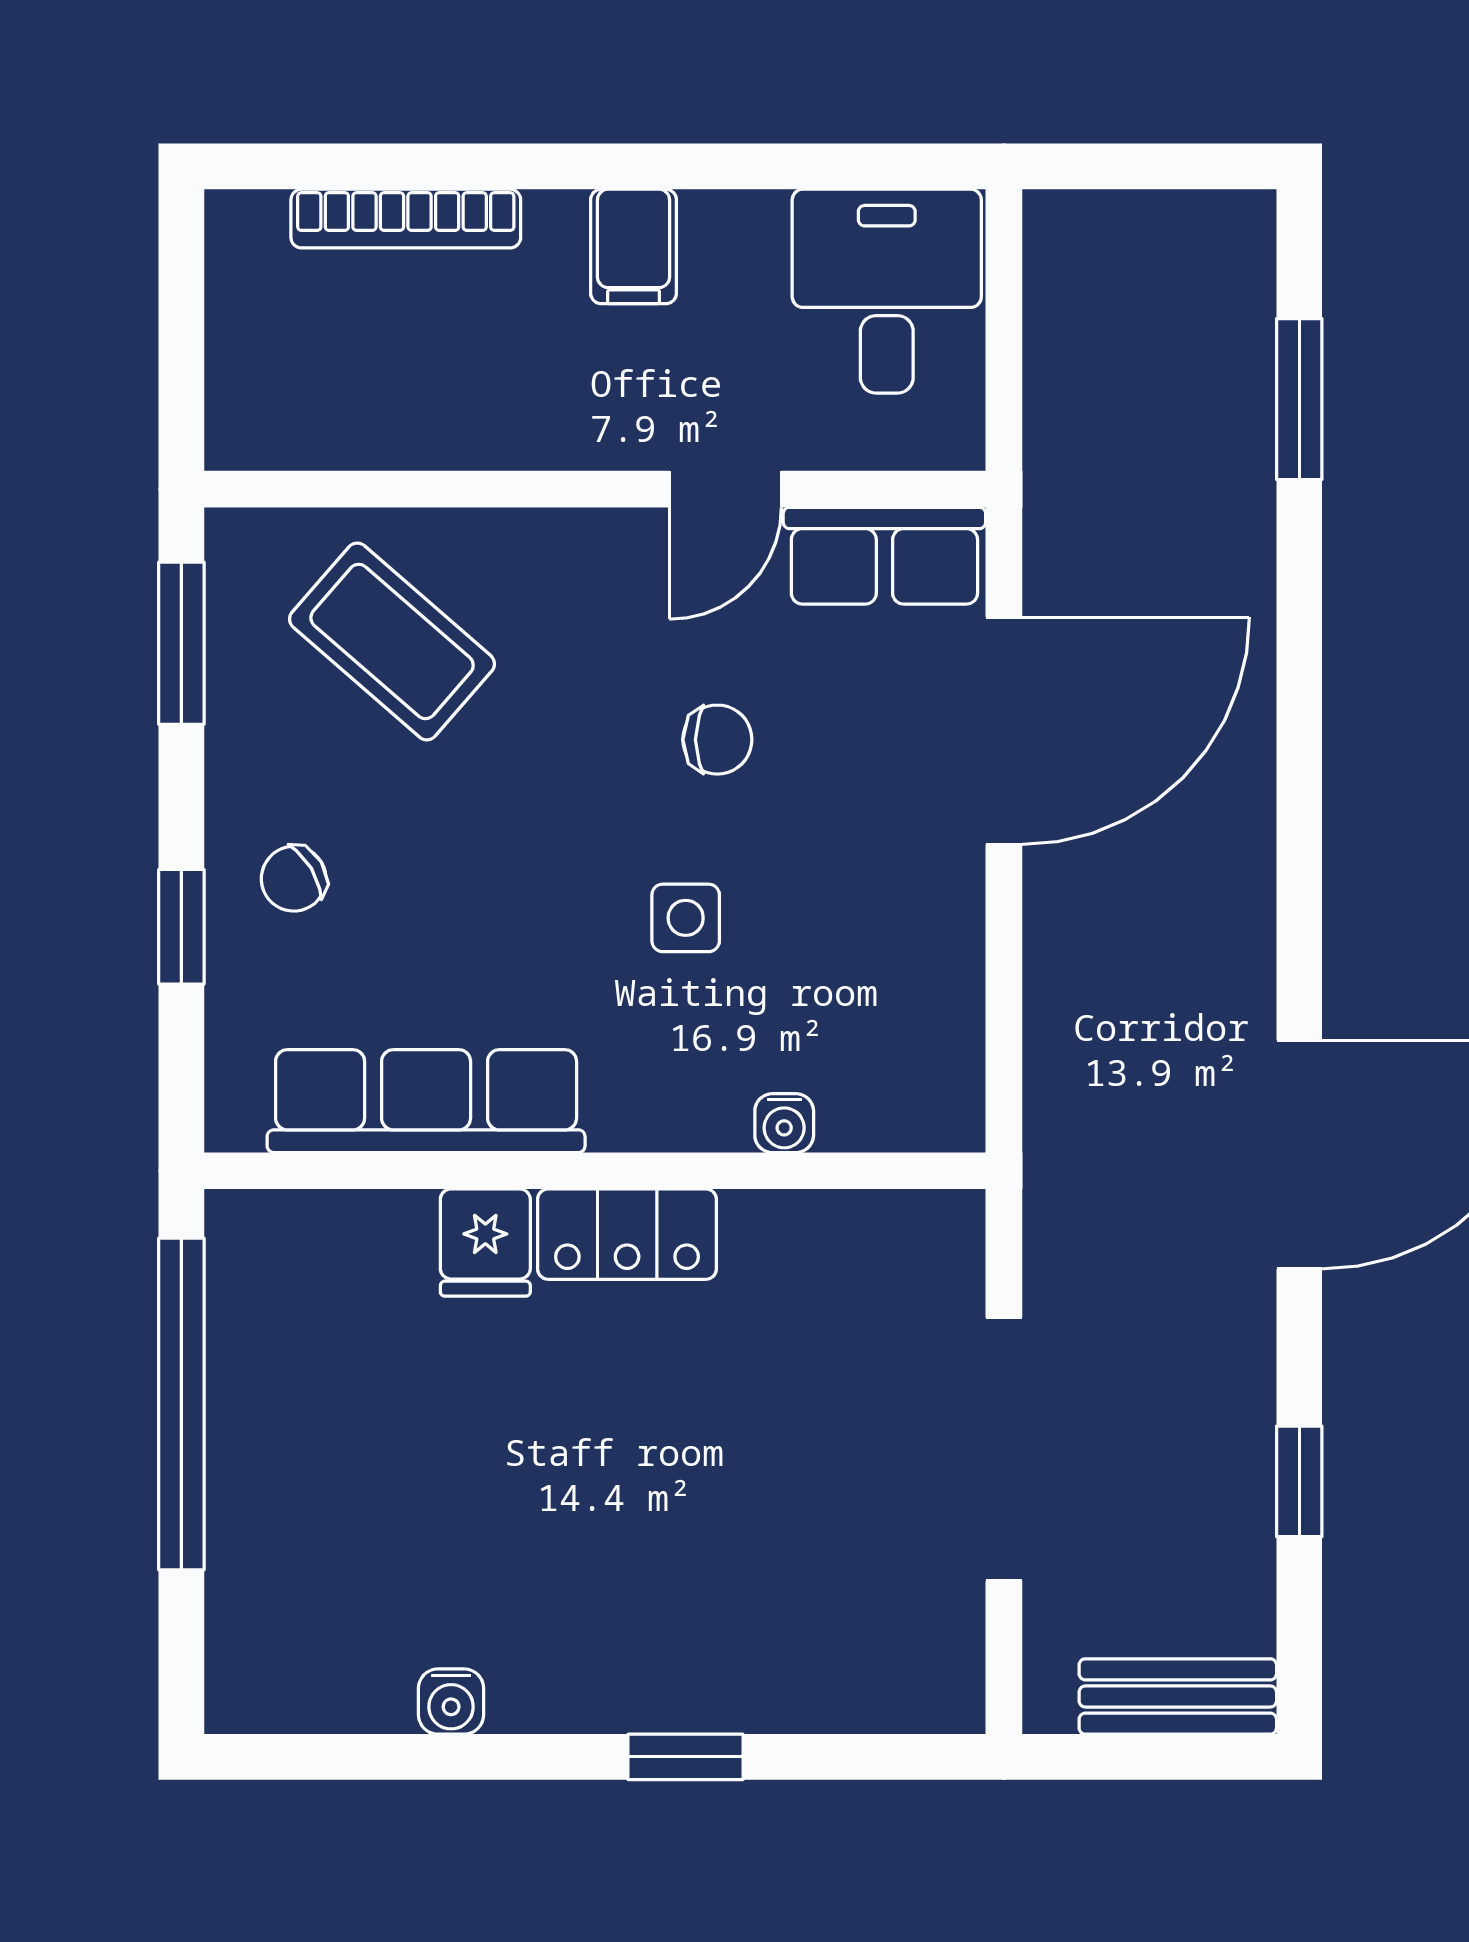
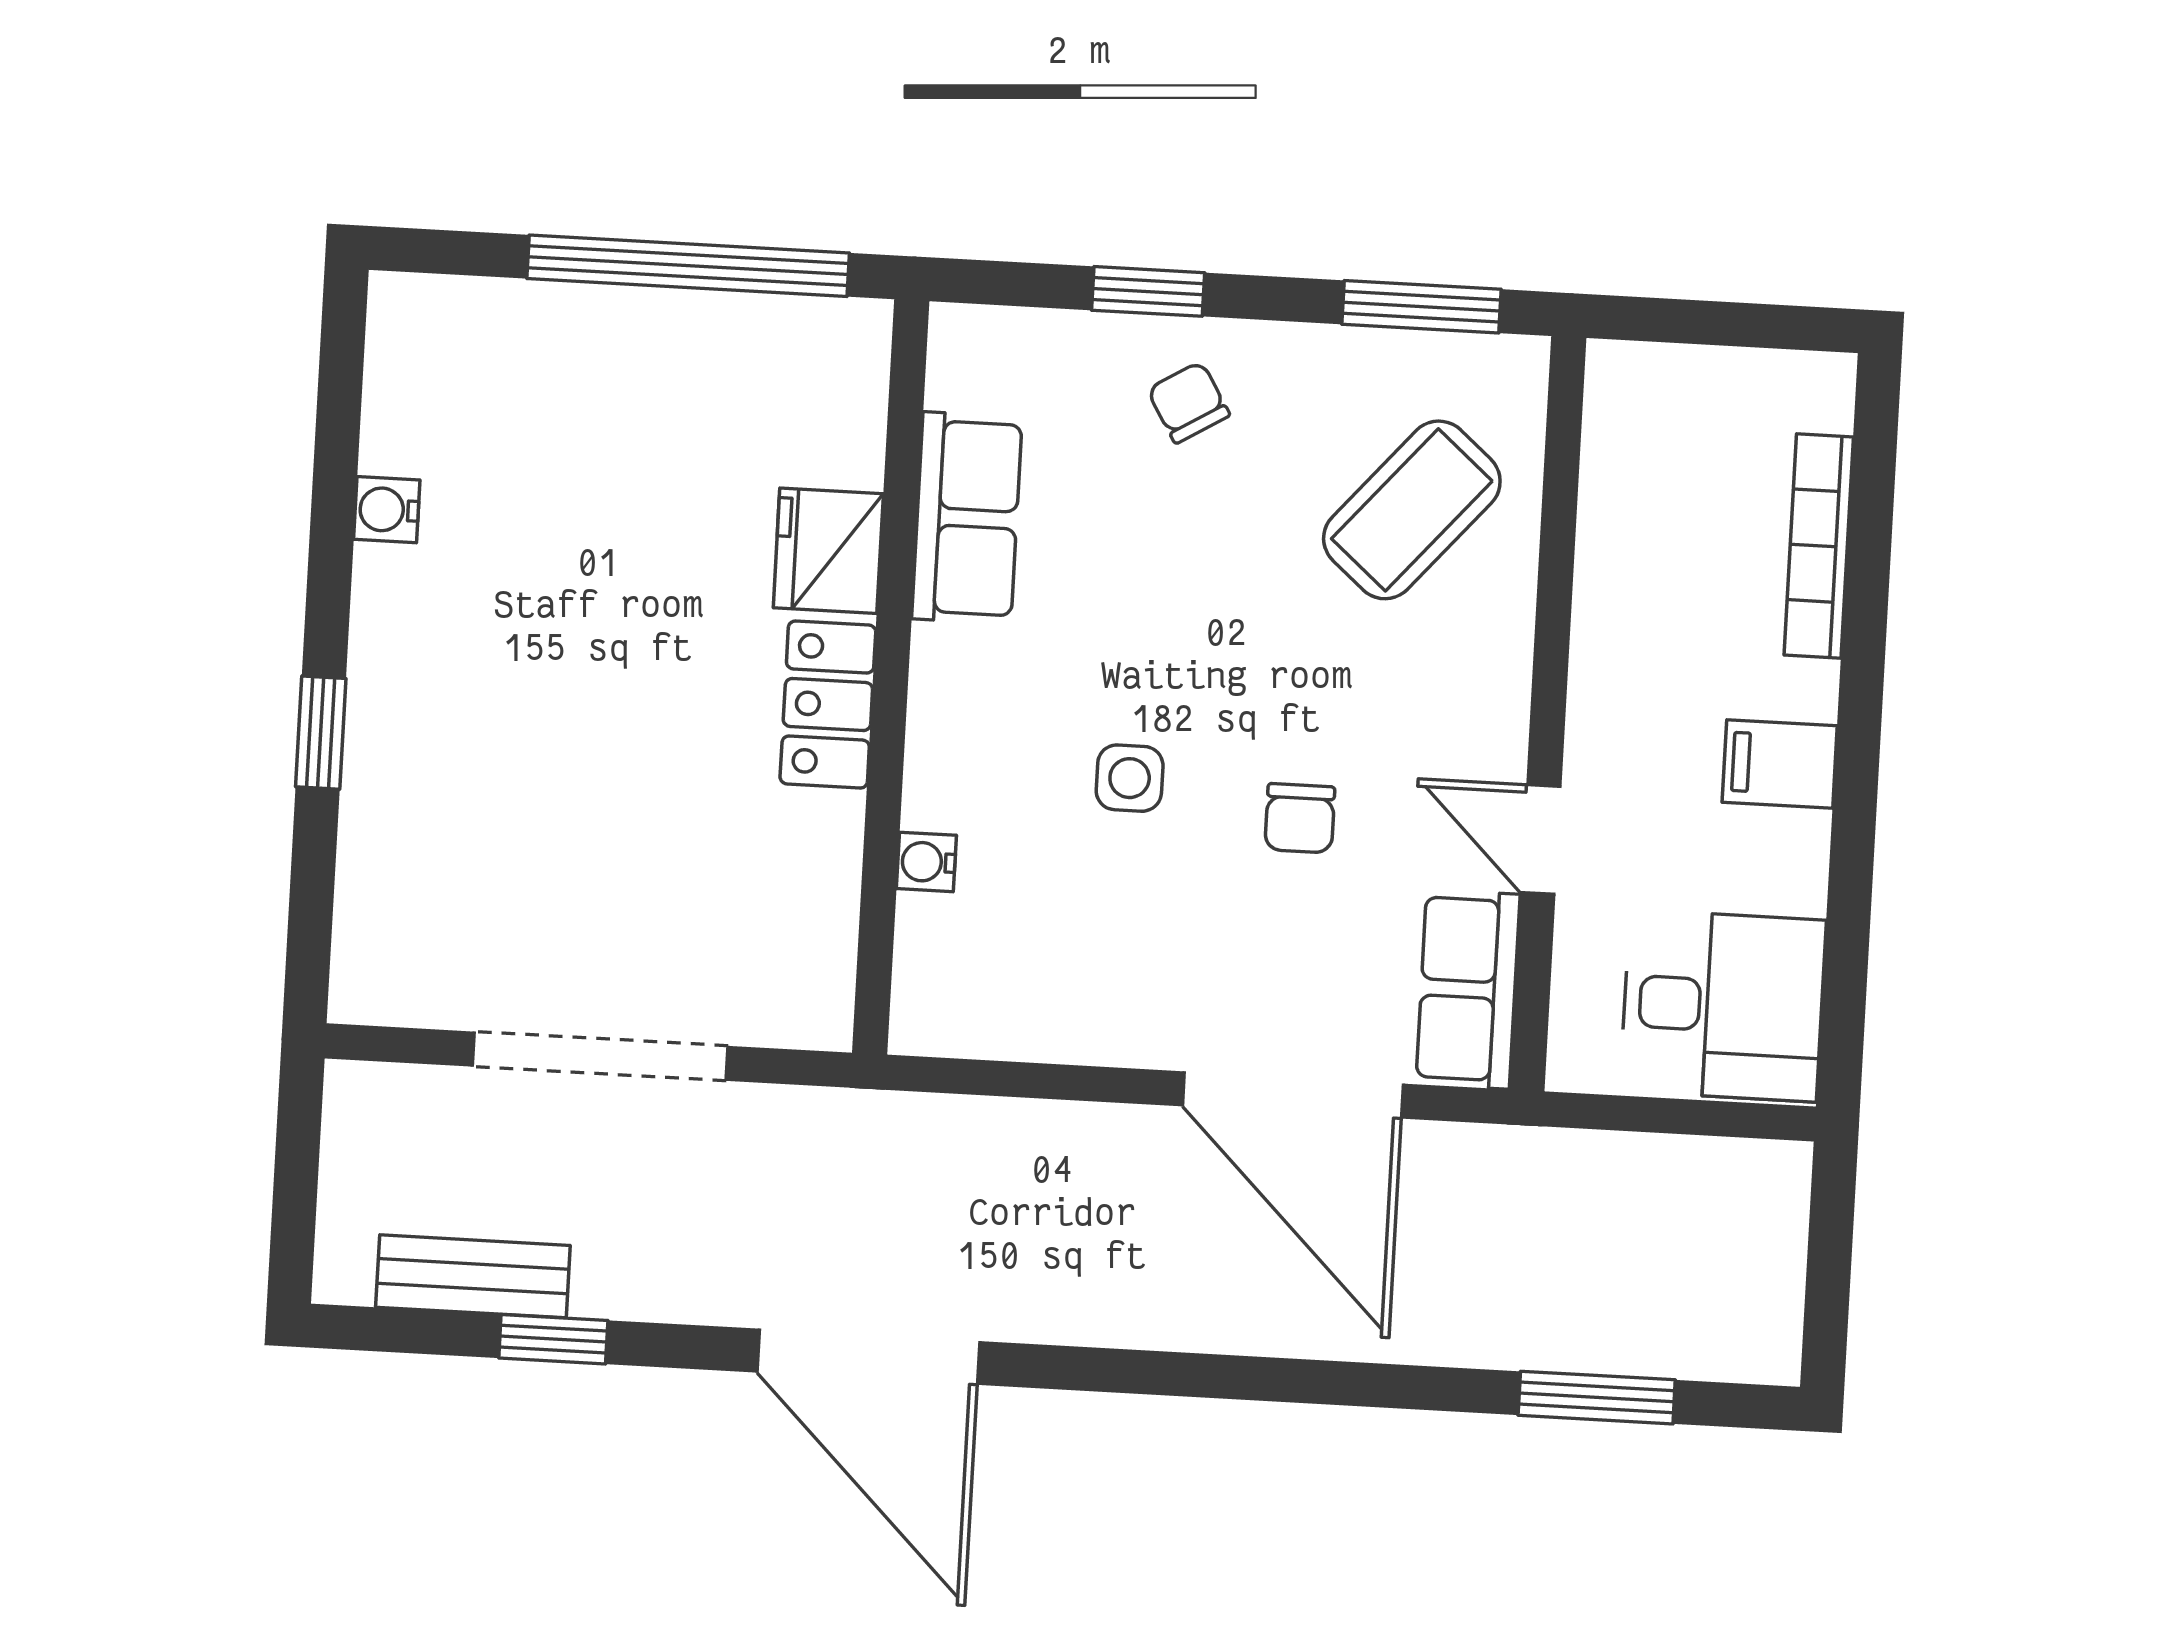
row of seats: (426, 1101) -> (967, 518), width x0.68
fridge: (485, 1243) -> (828, 551), width x1.38
bench: (1178, 1696) -> (473, 1276), moved, turned 90

